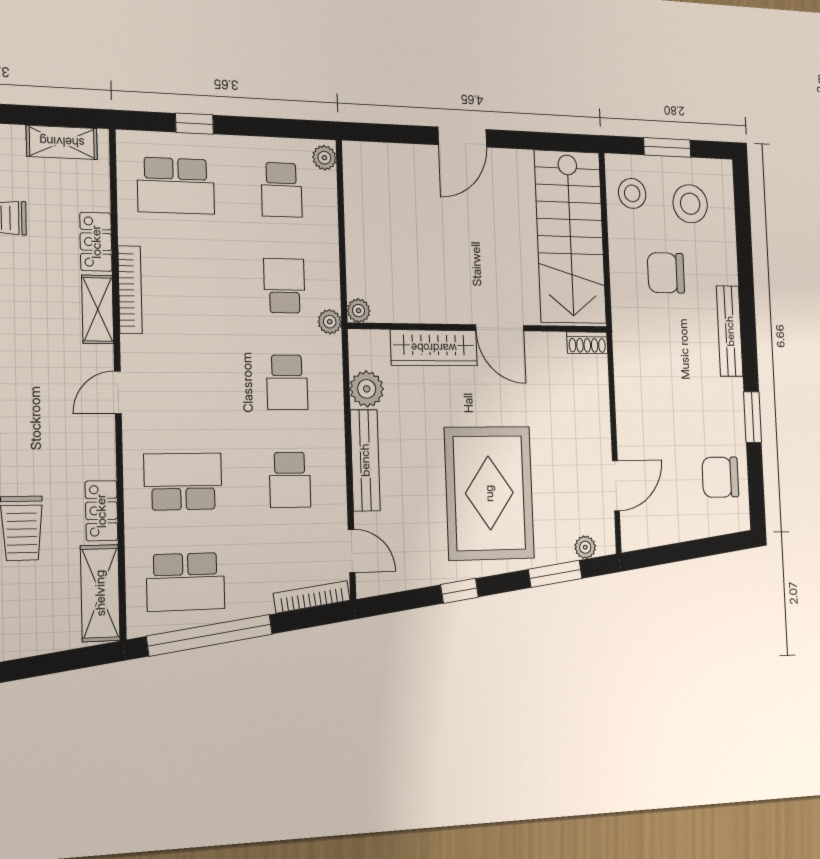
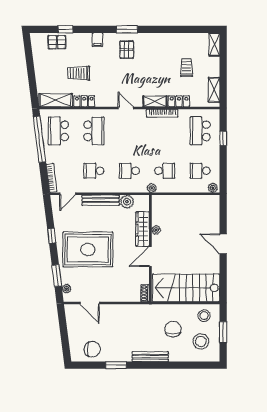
plant: (359, 311) -> (156, 230), moved
chair: (720, 477) -> (92, 349), turned 90

